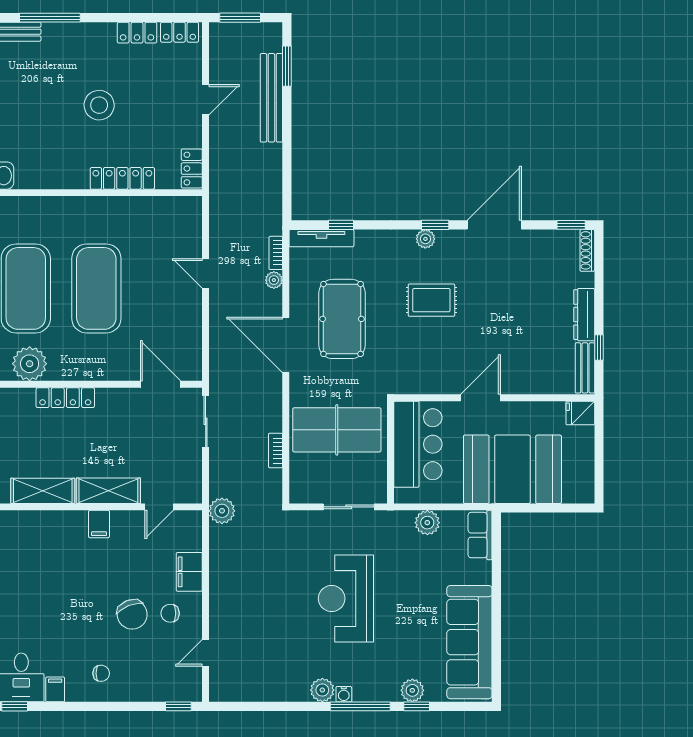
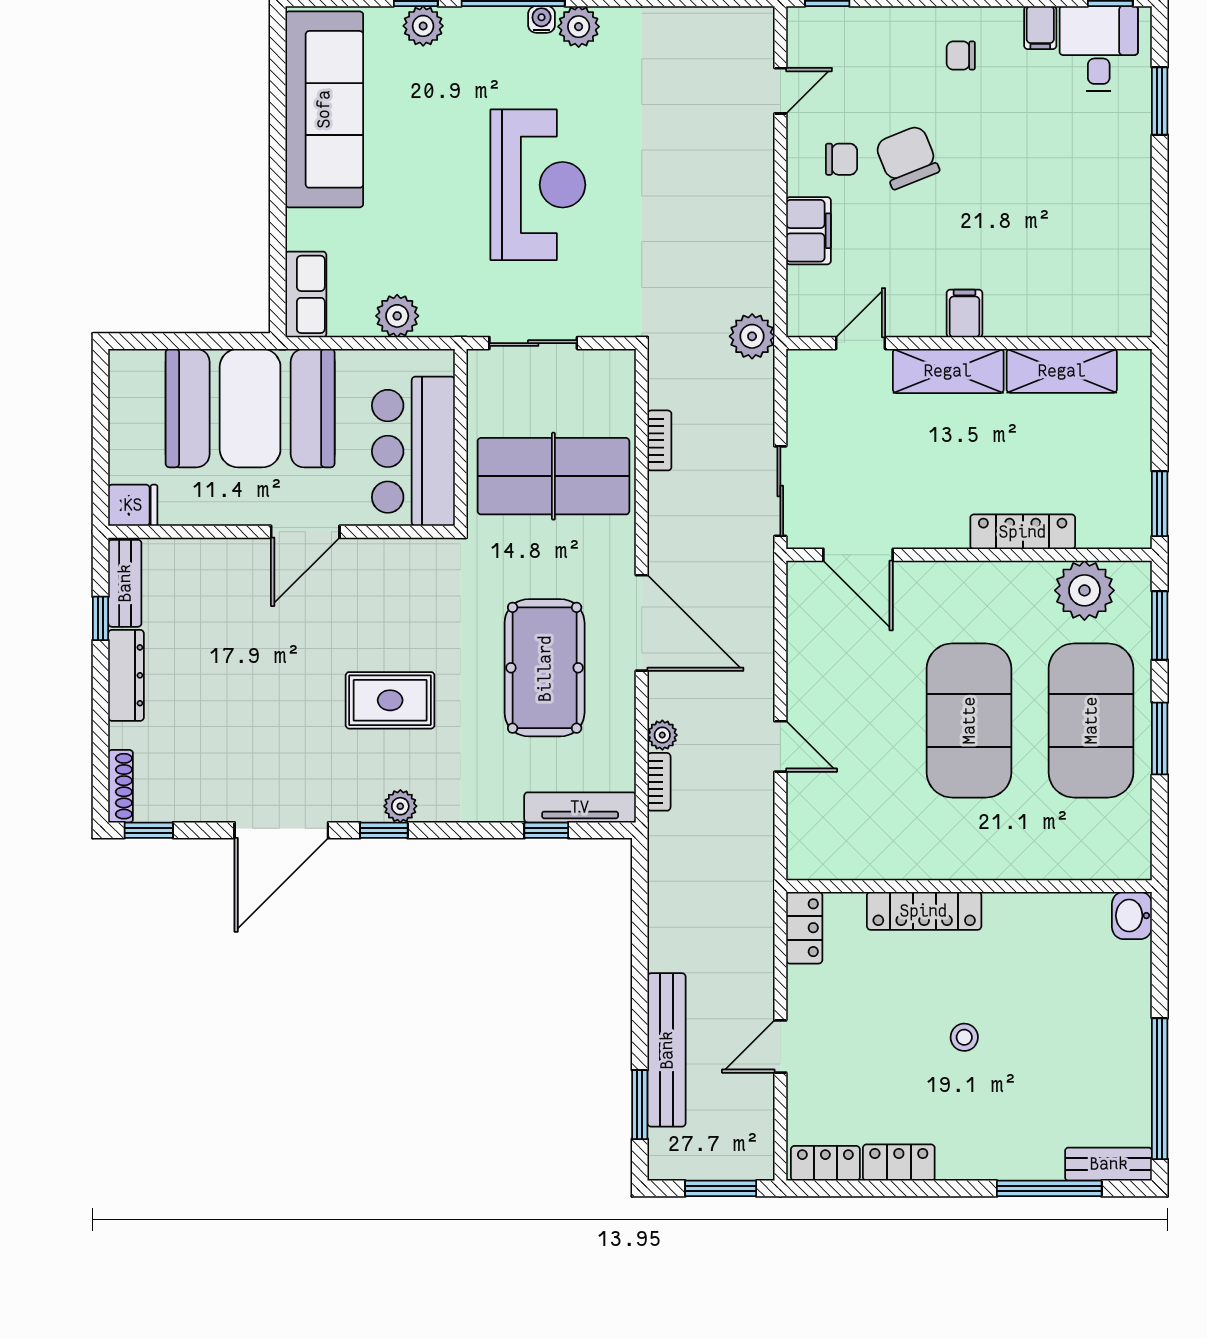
stool: (99, 105) -> (964, 1037), width x0.53, depth x0.53

